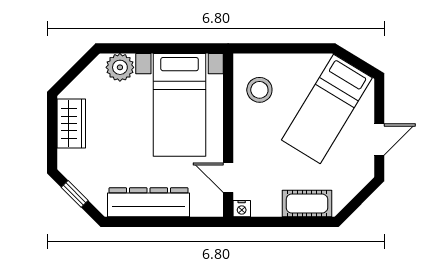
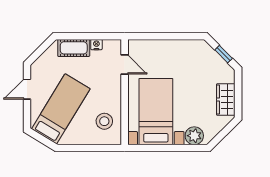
dresser: (149, 202) -> (176, 49), removed
nightstand: (242, 209) -> (96, 45), moved

